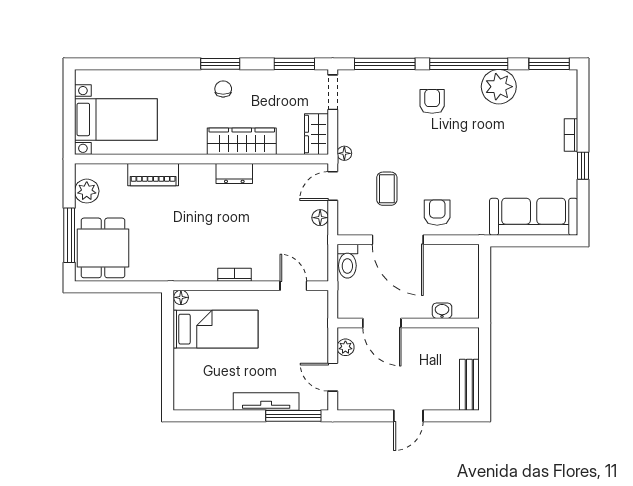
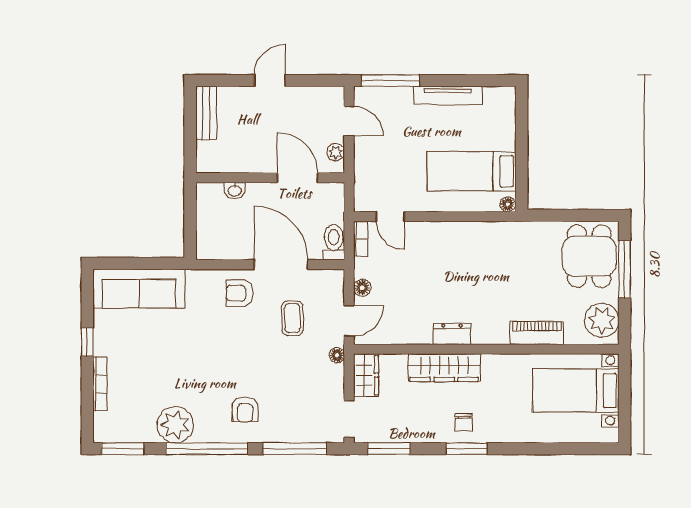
bookcase: (571, 135) -> (100, 384), width x1.56
plant: (87, 191) -> (602, 320), width x1.36, depth x1.36
armchair: (437, 213) -> (240, 293), turned 90
bookcase: (235, 275) -> (361, 239), moved, turned -90
tv unit: (266, 402) -> (448, 96), moved

